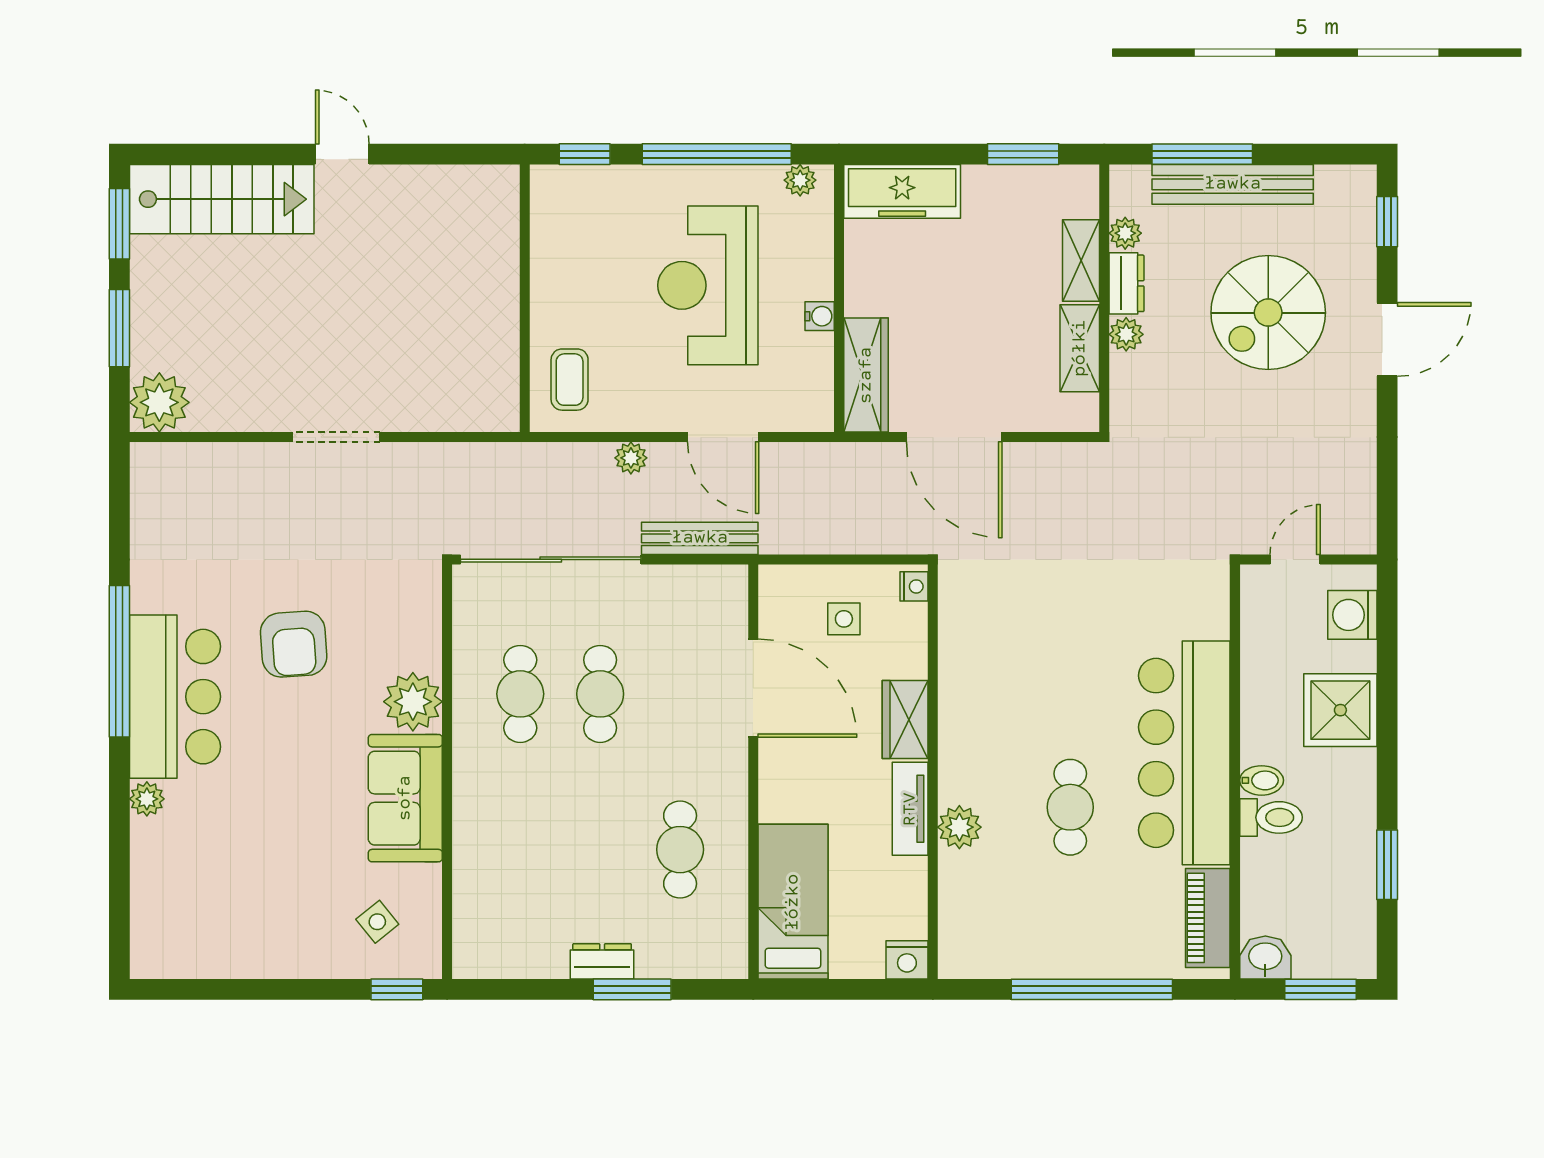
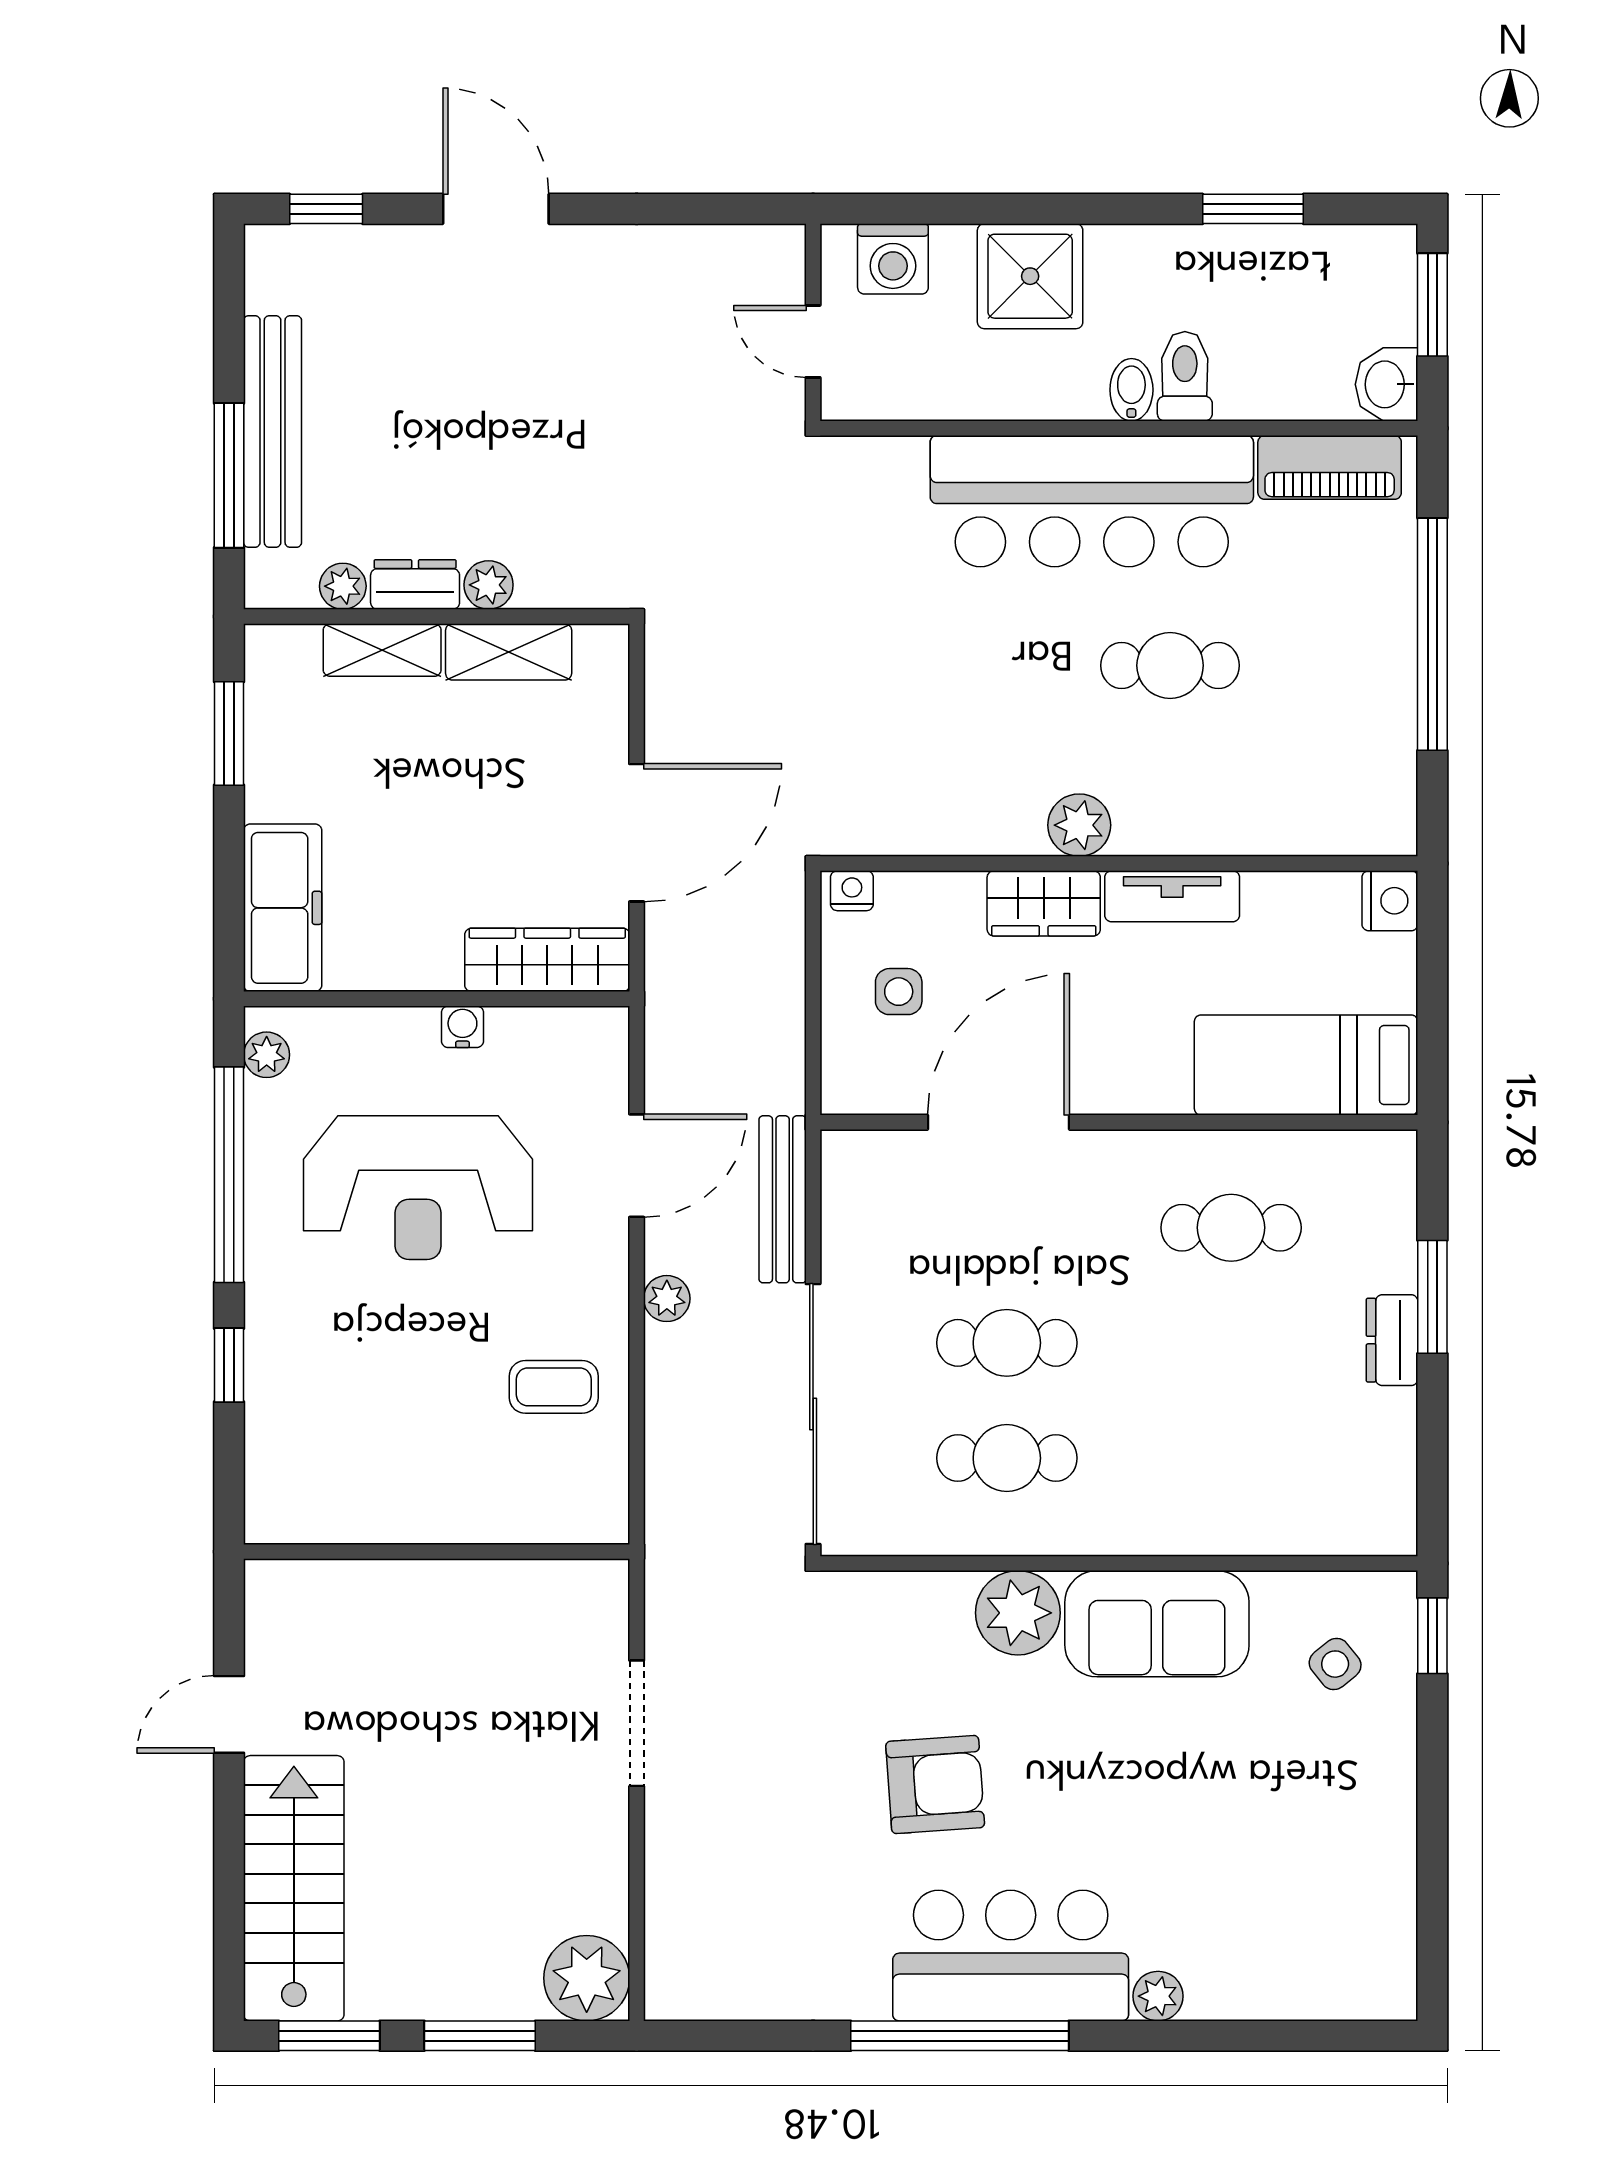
wall: (525, 298) -> (437, 1552), moved
spiral stairs: (1268, 313) -> (457, 380), removed
plant: (959, 827) -> (1079, 825), moved

